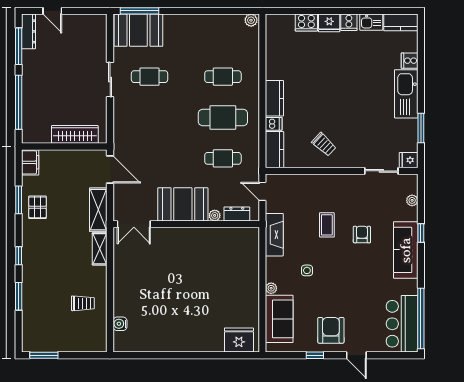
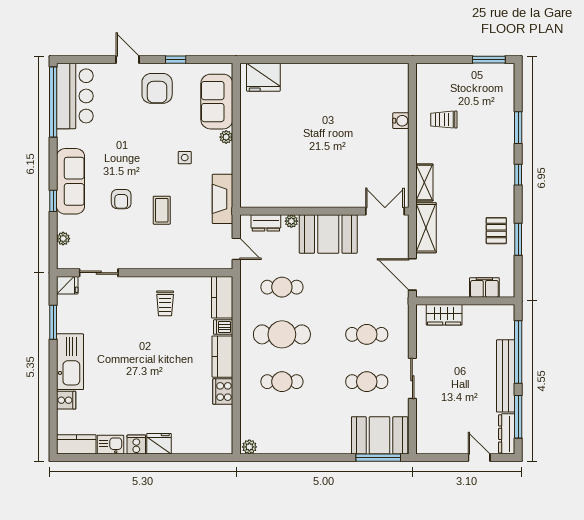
cooker: (306, 22) -> (223, 392), moved, turned -90
bench: (29, 82) -> (506, 376), added
cafe table: (150, 117) -> (367, 334), added
wardrobe: (75, 134) -> (444, 315), width x0.67
trolley: (324, 144) -> (165, 303), turned -133
filing cabinet: (30, 162) -> (484, 288), moved, turned 90
water cooler: (120, 324) -> (401, 121), moved

